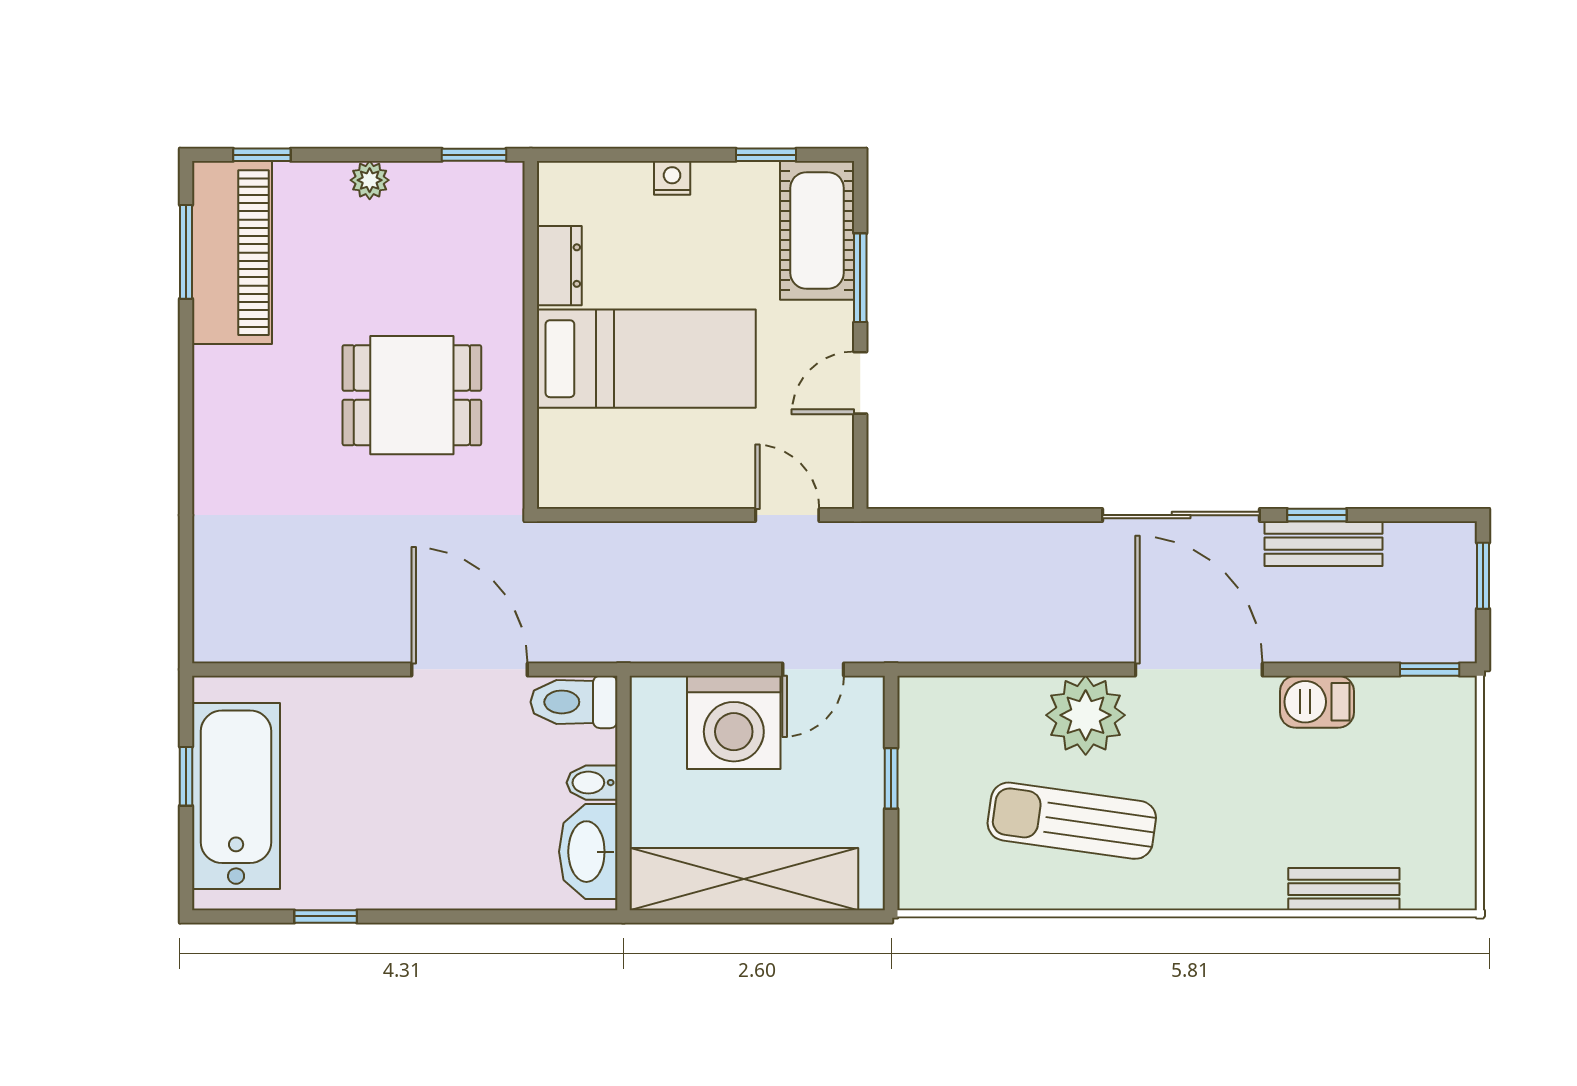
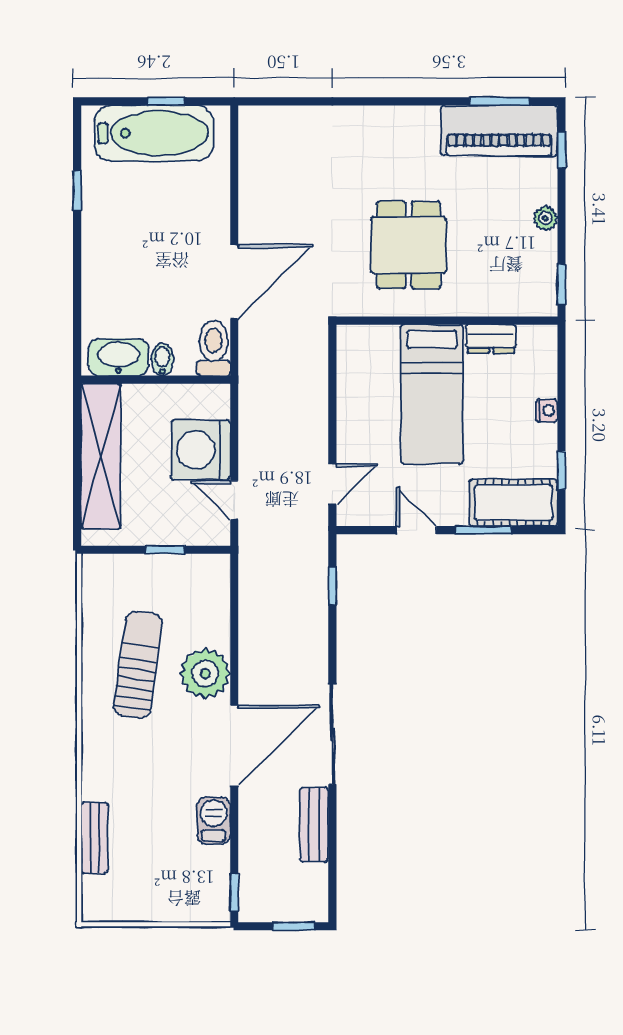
window: (1317, 515) -> (332, 586), moved

